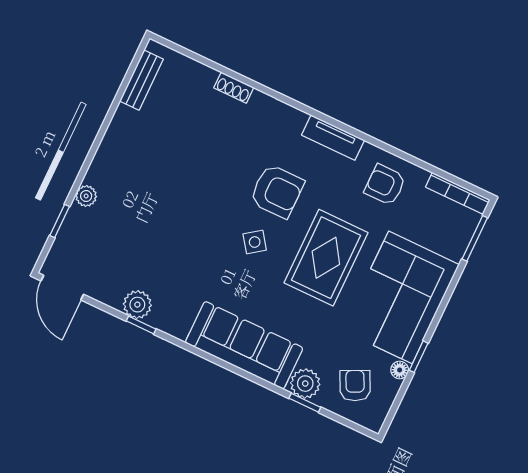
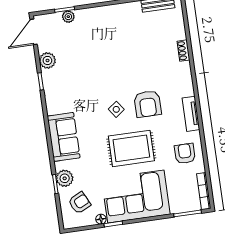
plant: (86, 196) -> (68, 17), moved
plant: (137, 305) -> (47, 60), moved
sofa: (244, 345) -> (64, 137), width x0.73

